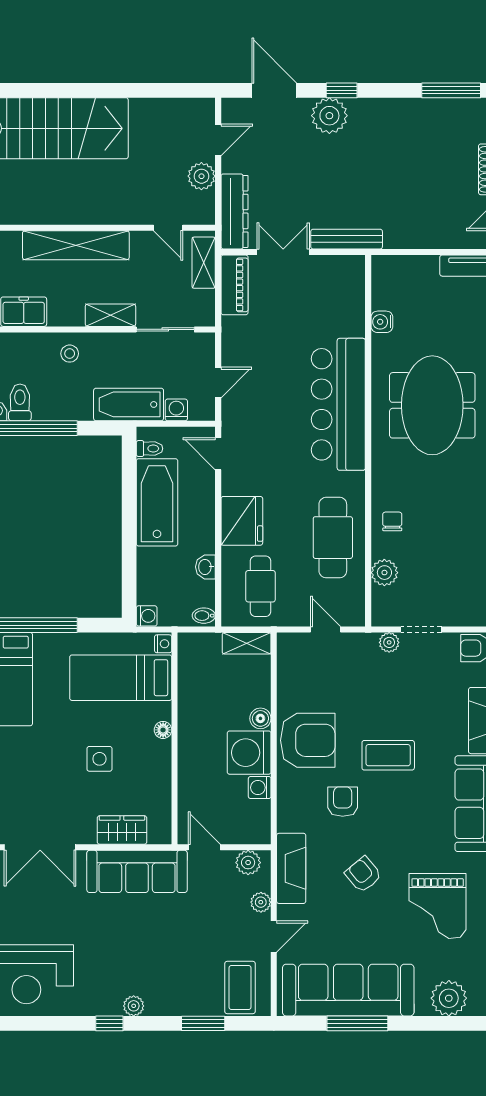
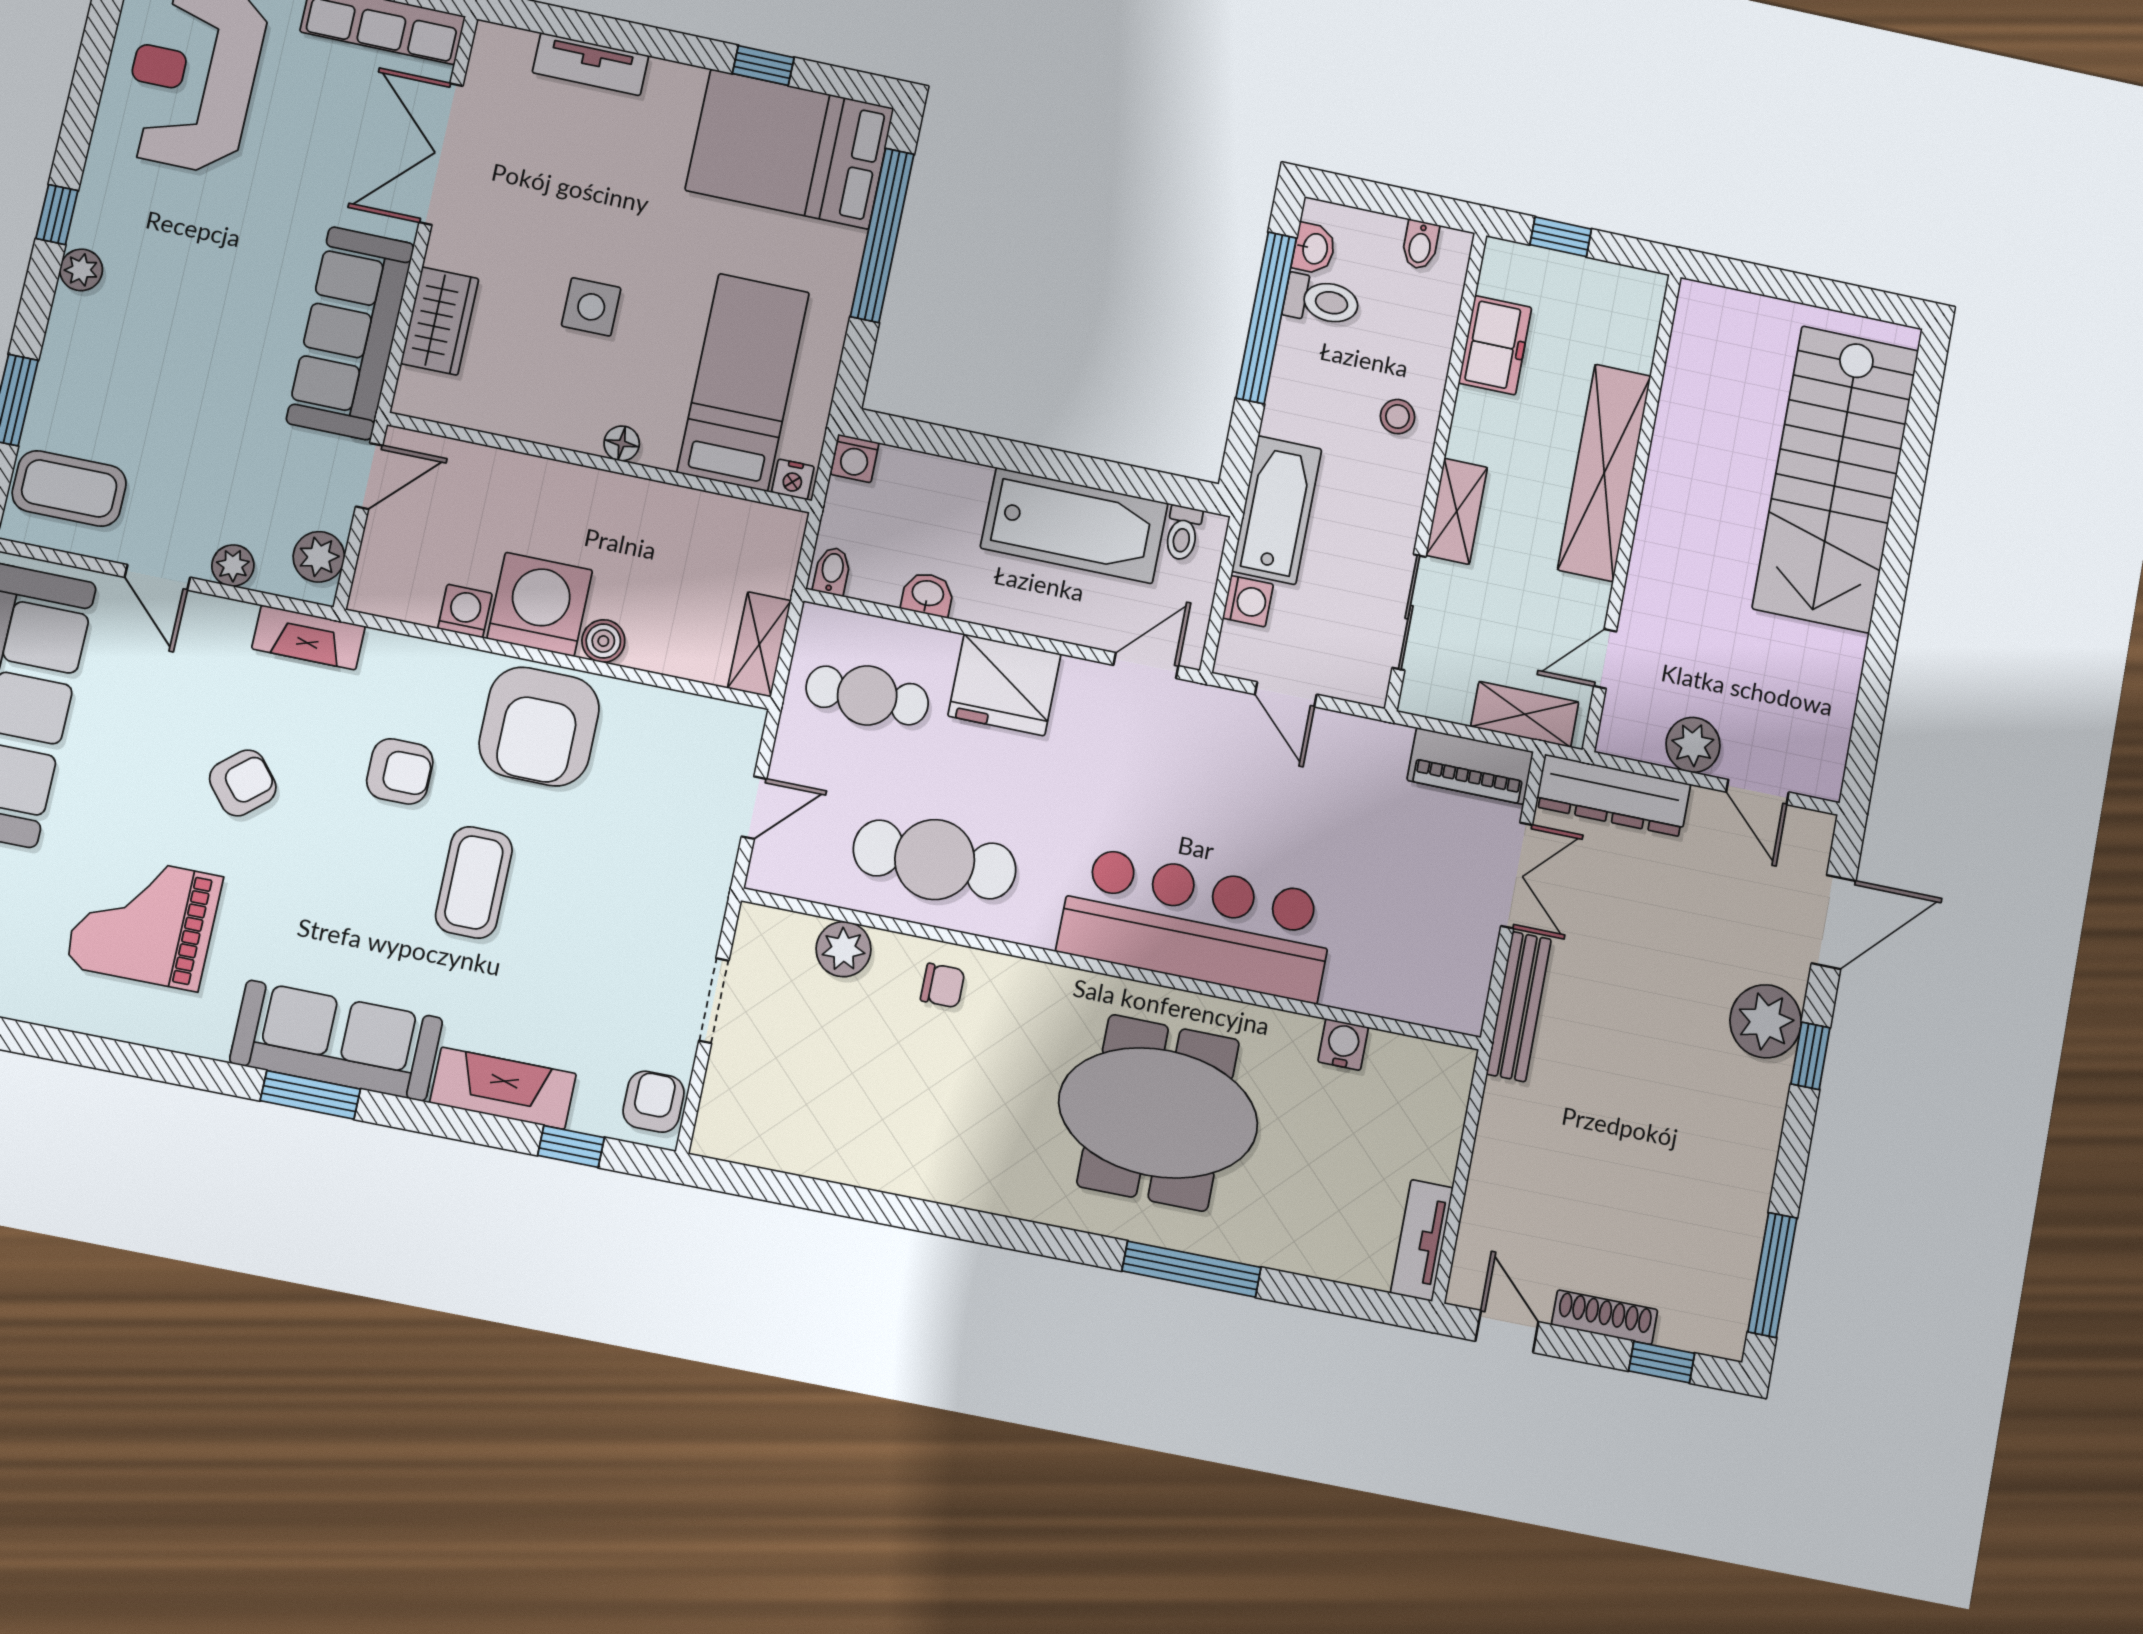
plant: (389, 642) -> (701, 930), removed
fireplace: (291, 868) -> (308, 637), width x0.73, depth x0.76

